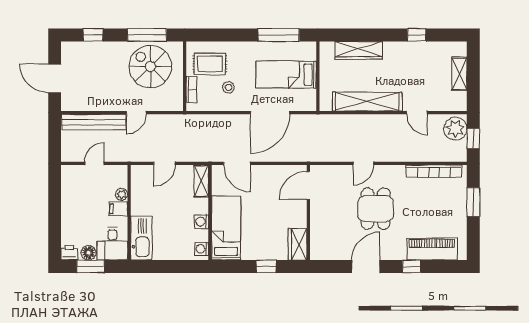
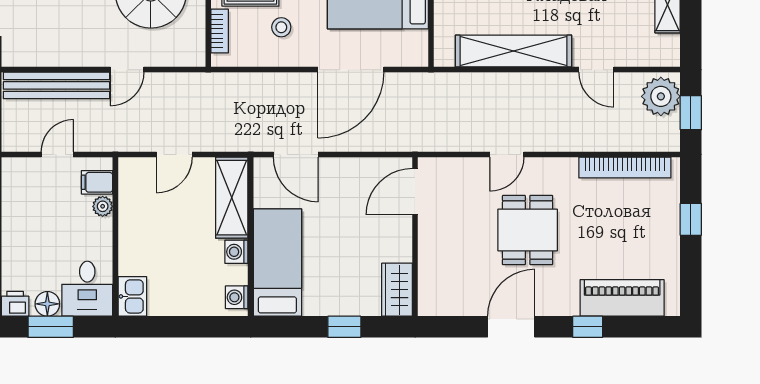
shelving: (201, 181) -> (232, 198), width x1.50, depth x1.33
window: (473, 202) -> (691, 219), width x0.67
filing cabinet: (118, 209) -> (97, 182), moved
kitchen sink: (141, 238) -> (132, 296), width x0.53, depth x0.81

